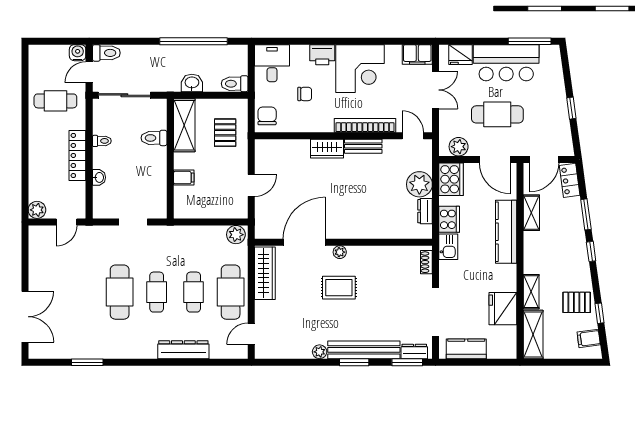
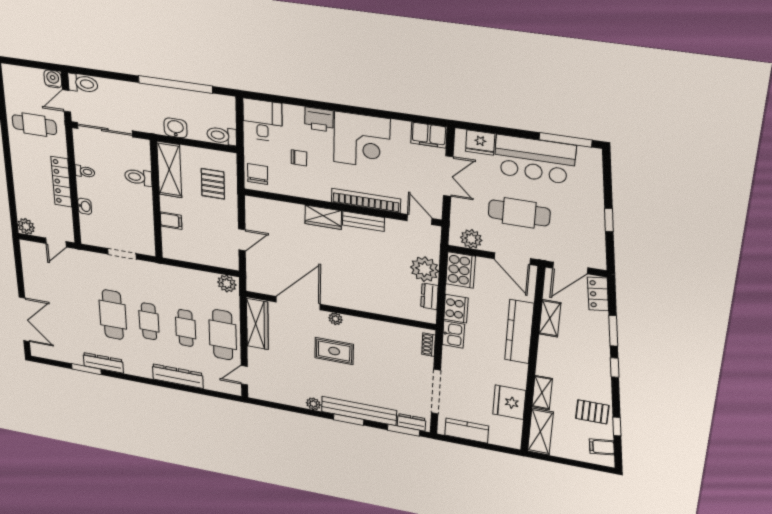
dresser: (106, 351) -> (103, 363), added

